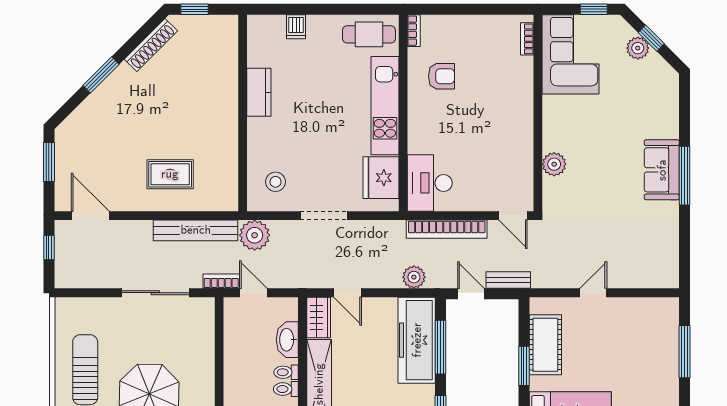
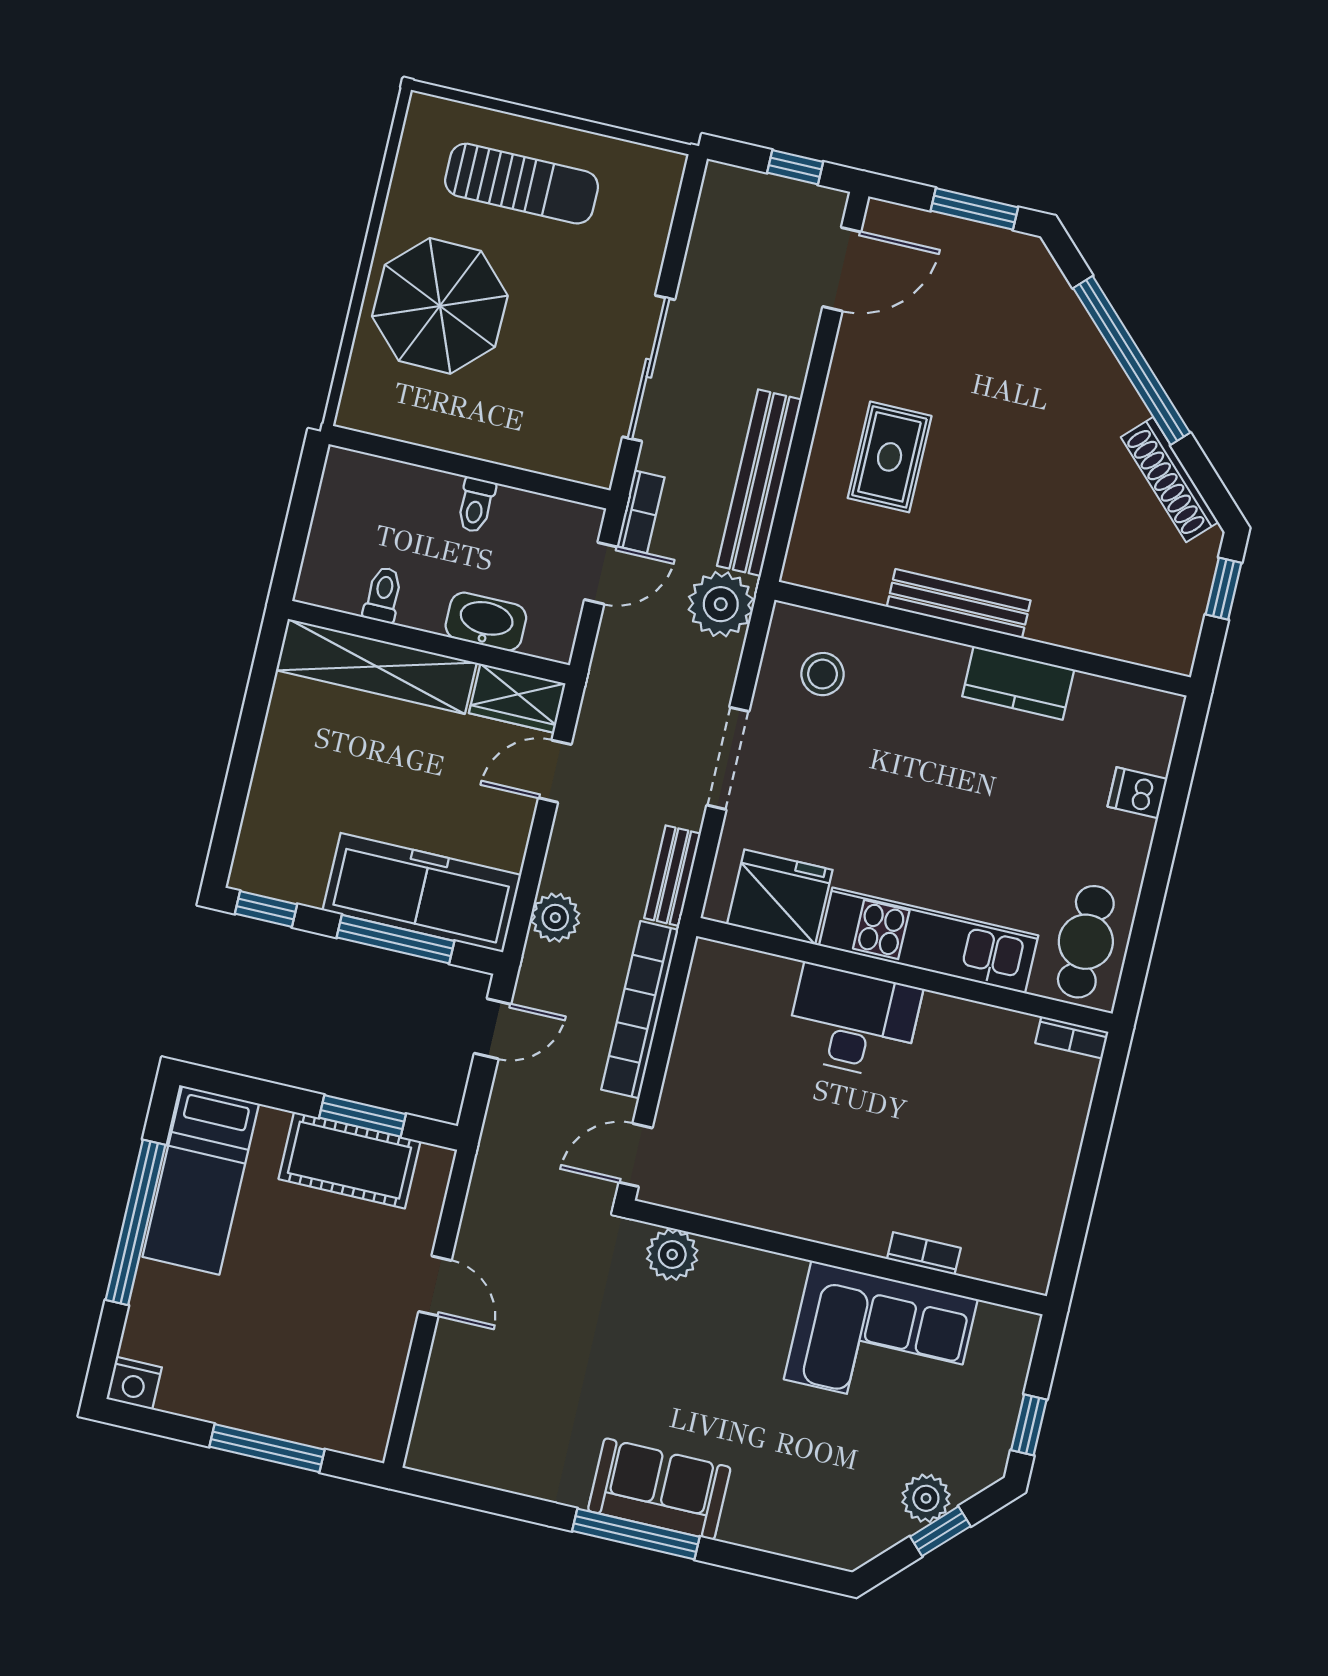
bookcase: (527, 39) -> (924, 1253), moved
corner sofa: (571, 54) -> (881, 1339), moved
window: (101, 75) -> (1132, 360), width x2.11
armchair: (441, 76) -> (963, 1073), removed
bench: (229, 128) -> (959, 604), added
plant: (554, 164) -> (672, 1254), moved
desk: (430, 183) -> (853, 1022), moved
bench: (508, 280) -> (673, 876), moved
window: (524, 366) -> (362, 1116), moved
toilet: (286, 372) -> (476, 505), moved, turned 180

